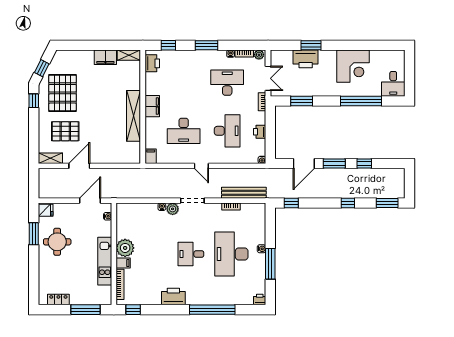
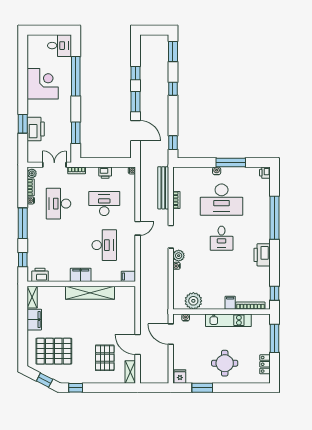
window: (207, 45) -> (23, 223), width x1.44
pallet: (63, 93) -> (54, 351), moved
round table: (57, 242) -> (225, 363), moved
plant: (125, 248) -> (193, 301), moved

